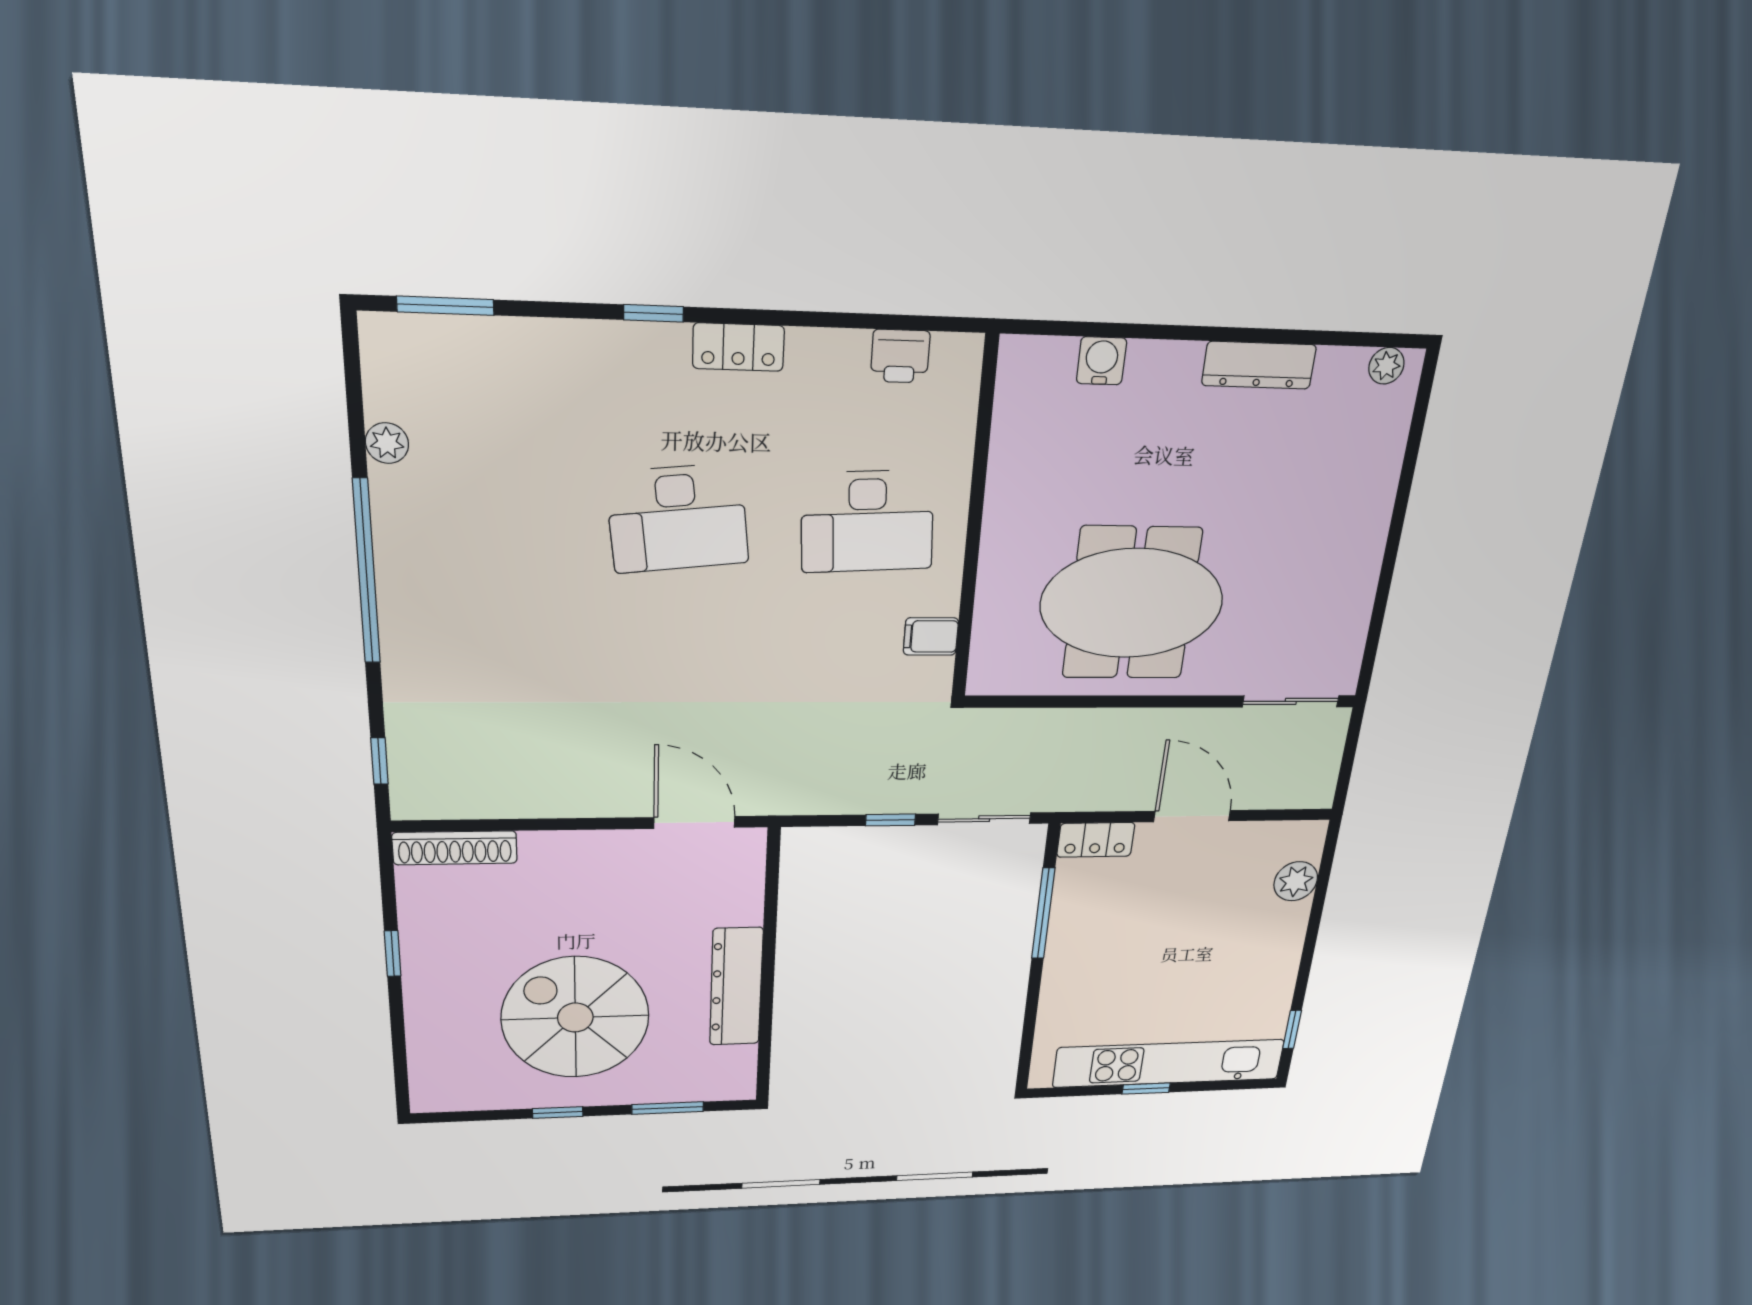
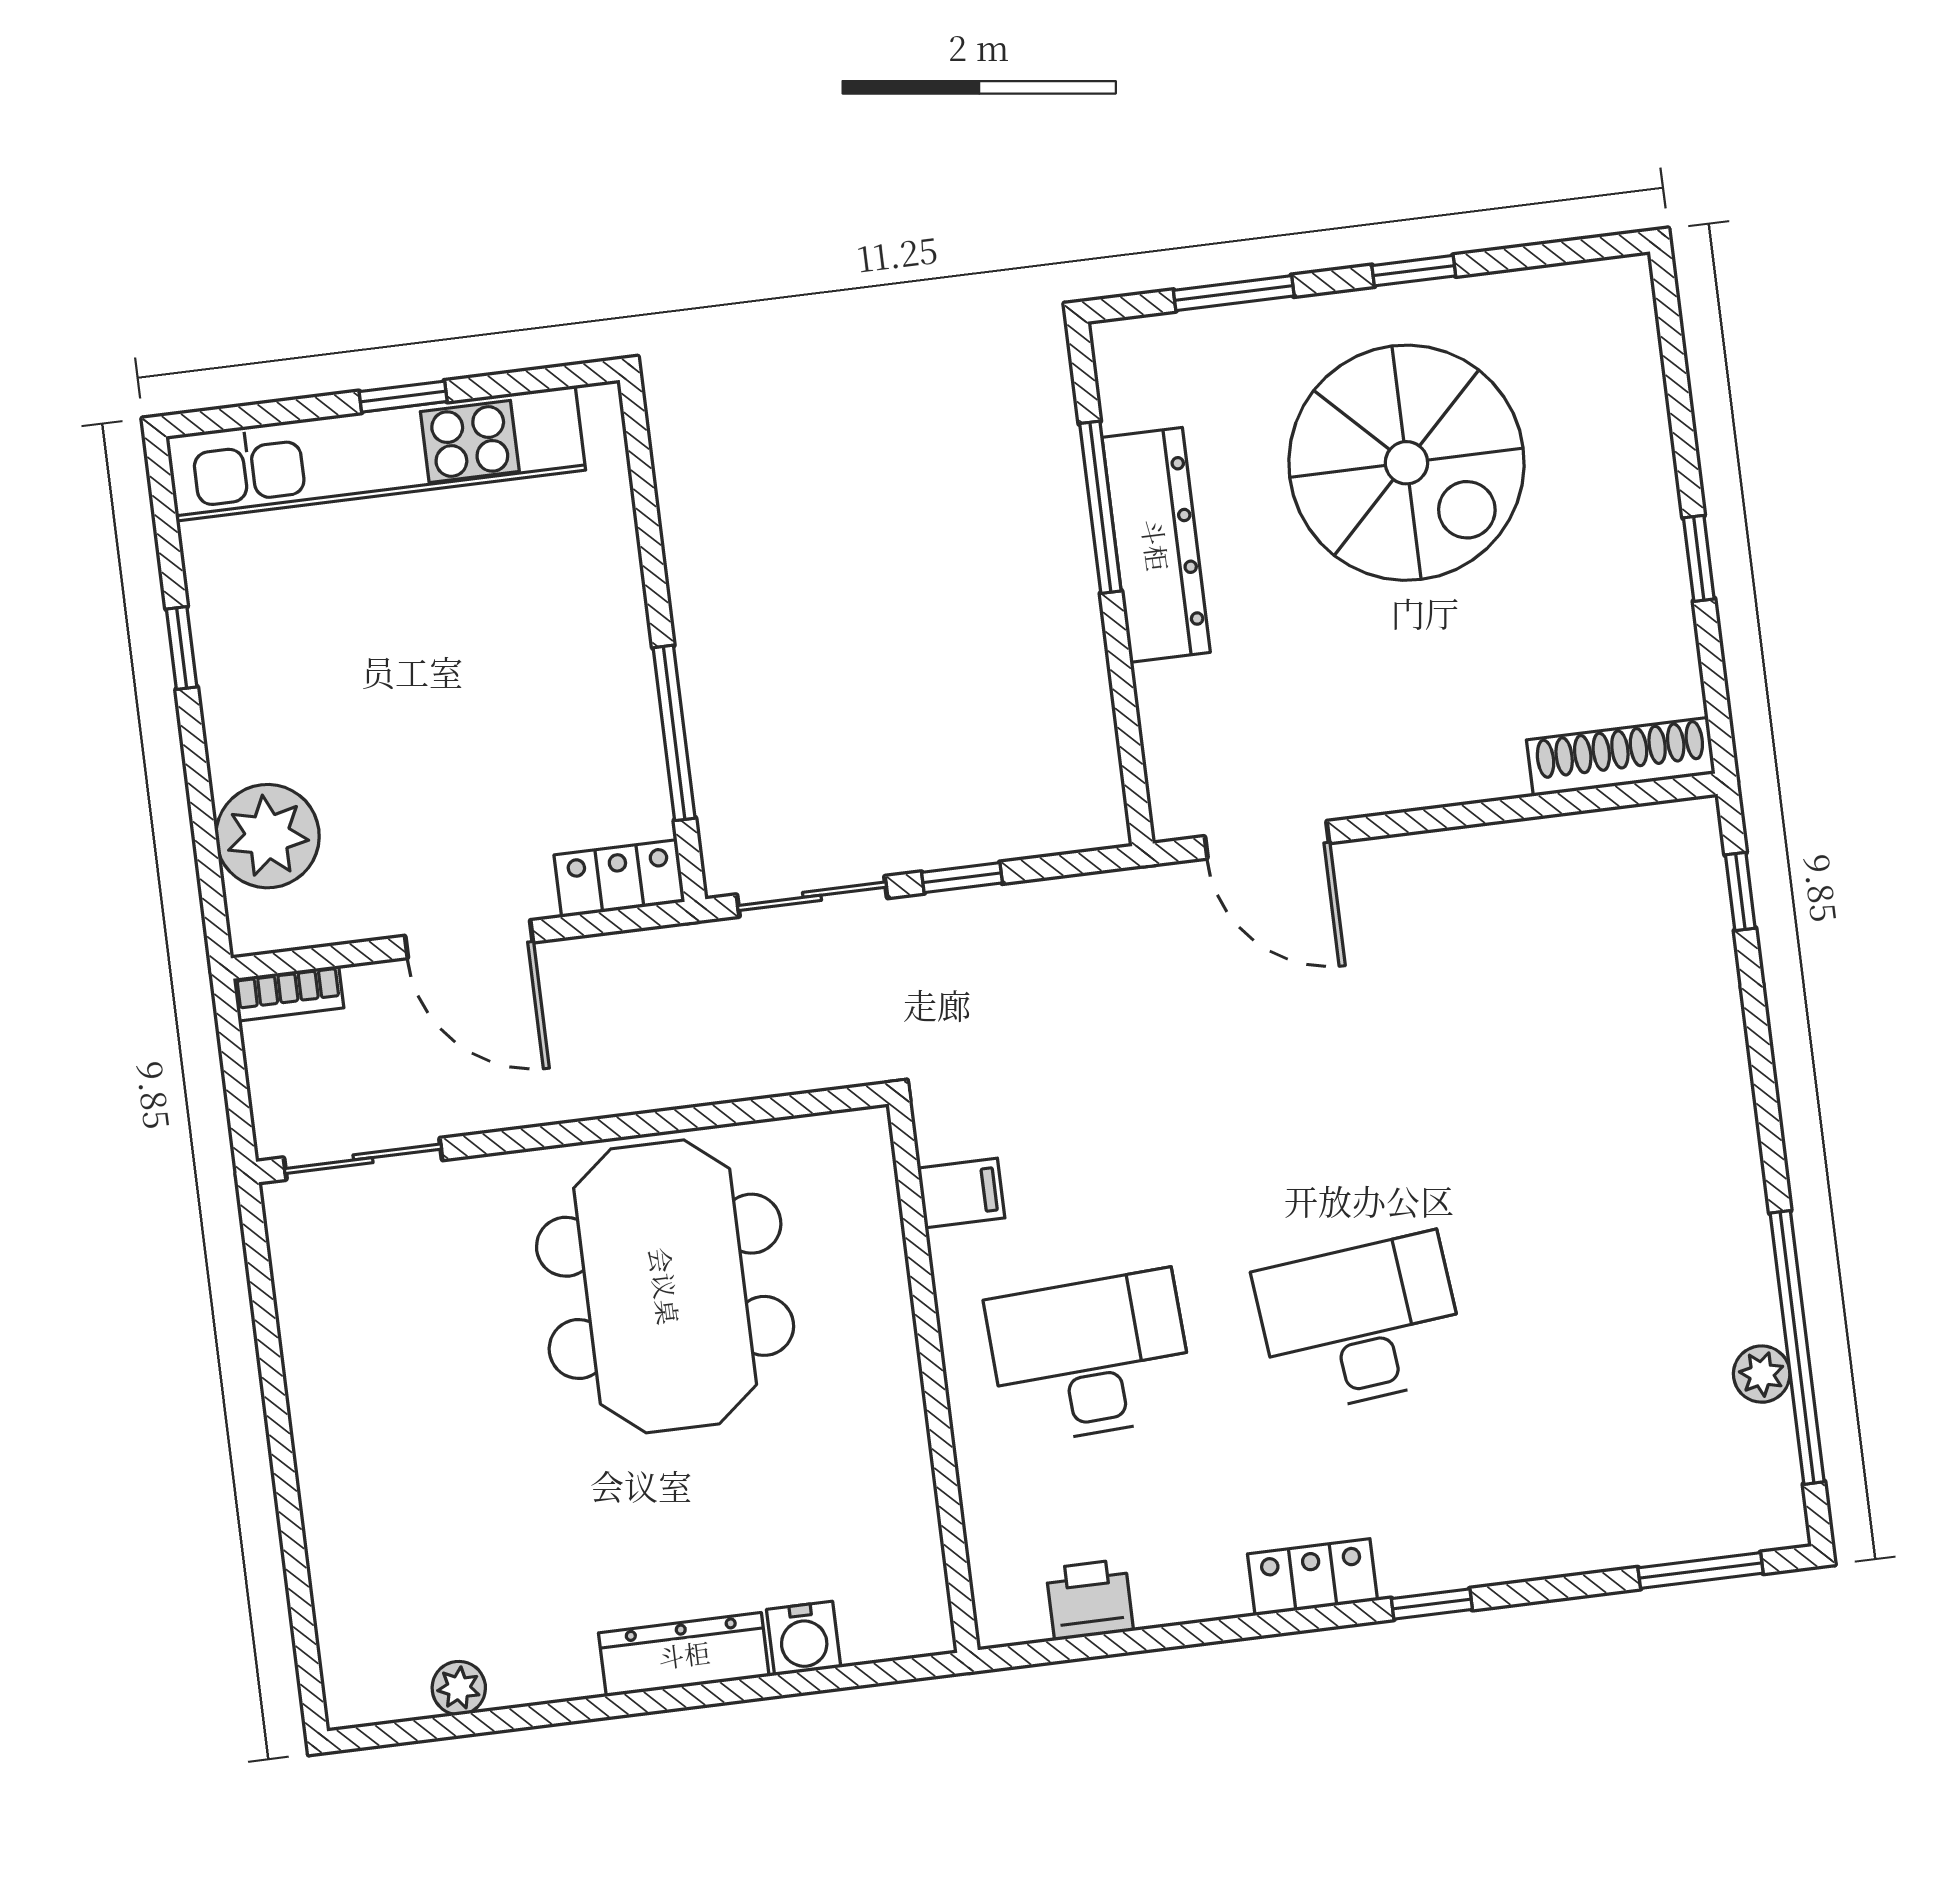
dresser: (1259, 365) -> (684, 1654), moved
plant: (1386, 366) -> (459, 1688), moved
window: (366, 572) -> (1797, 1347), moved
meeting table: (1132, 603) -> (665, 1286), turned 90
bookcase: (1304, 798) -> (289, 993), added
plant: (1296, 881) -> (267, 836), width x1.36, depth x1.36
window: (766, 1008) -> (1100, 507), added
window: (1292, 1029) -> (182, 648), moved

